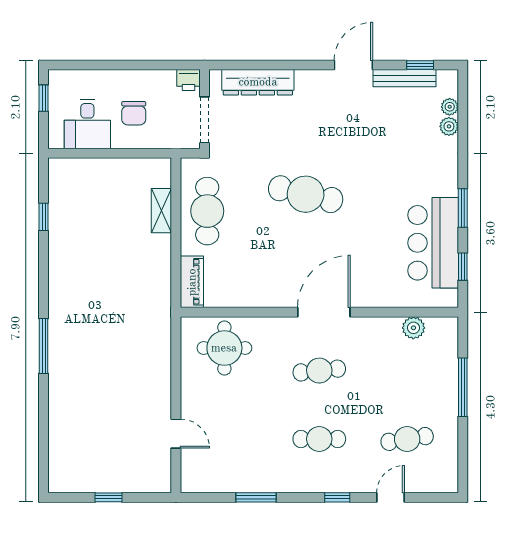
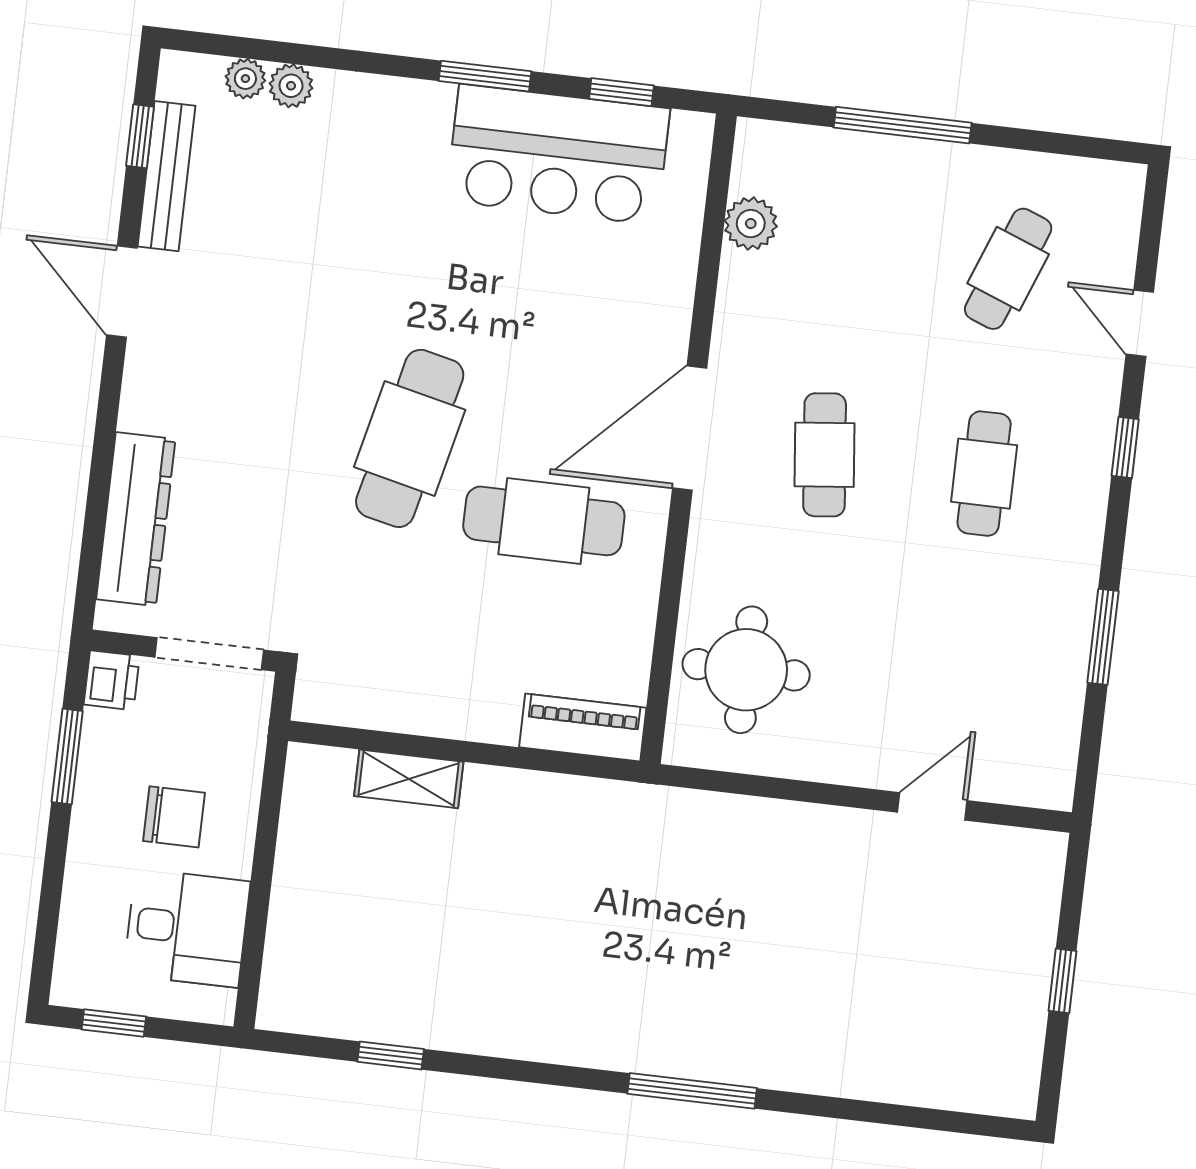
window: (154, 65) -> (67, 757), added
cafe table: (207, 211) -> (544, 521), moved
door: (324, 312) -> (690, 428), hinge flipped
cafe table: (407, 439) -> (1008, 269), turned 30

